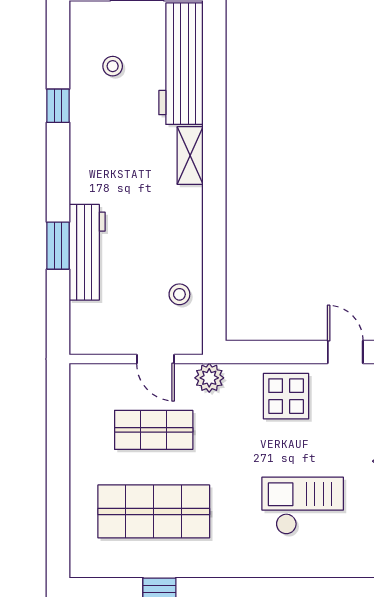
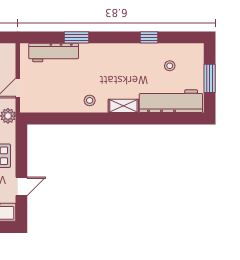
workbench: (87, 252) -> (54, 53), moved
stool: (179, 294) -> (90, 100), moved

